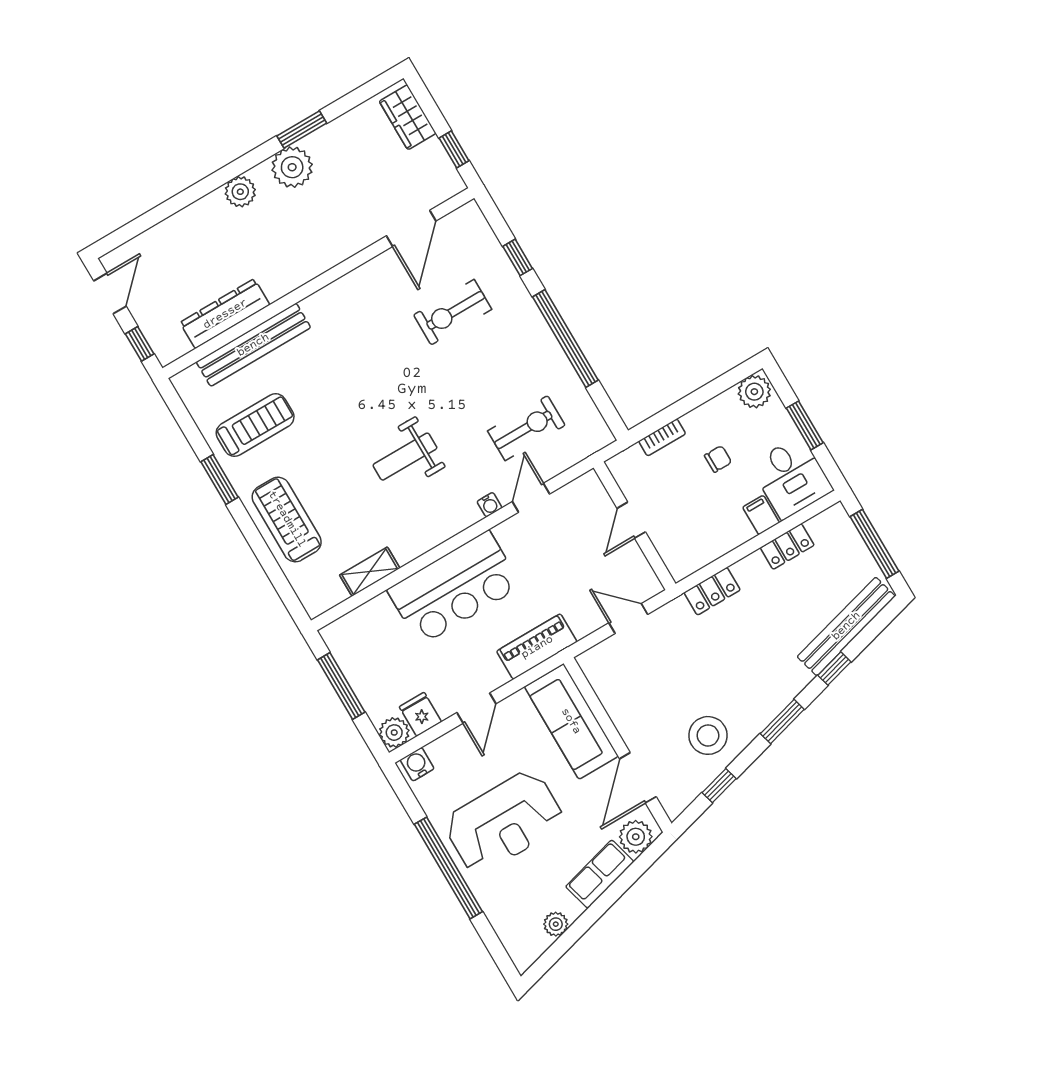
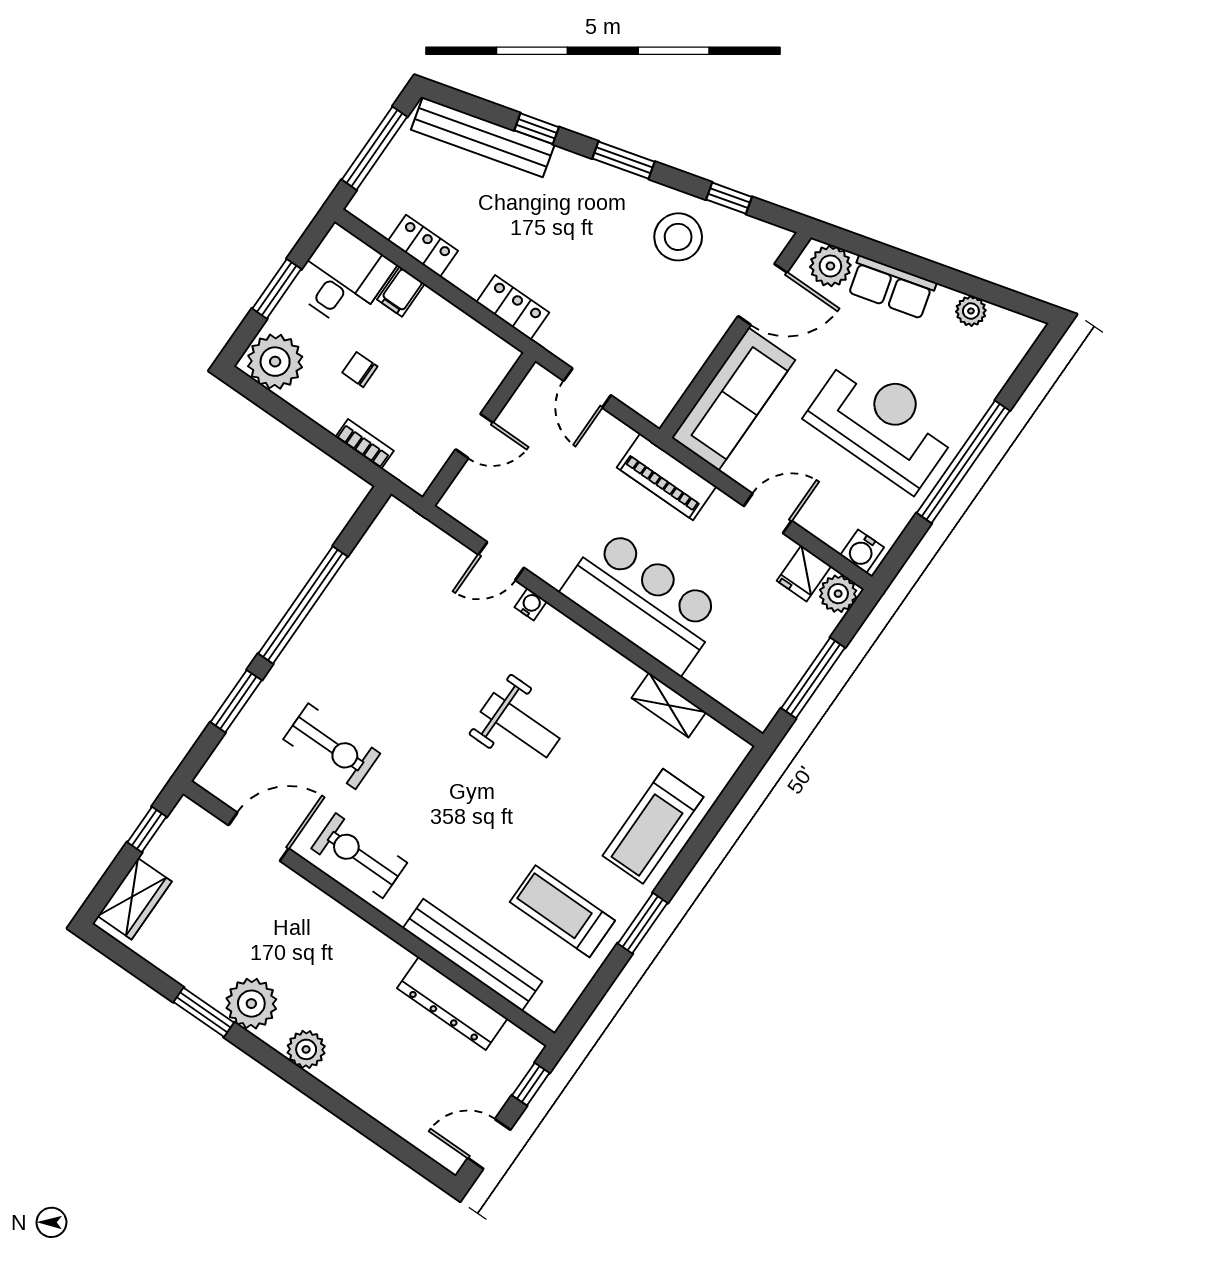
window: (518, 257) -> (236, 701), width x1.50
plant: (754, 392) -> (275, 362), width x1.36, depth x1.36
exercise bike: (526, 428) -> (359, 856), moved

